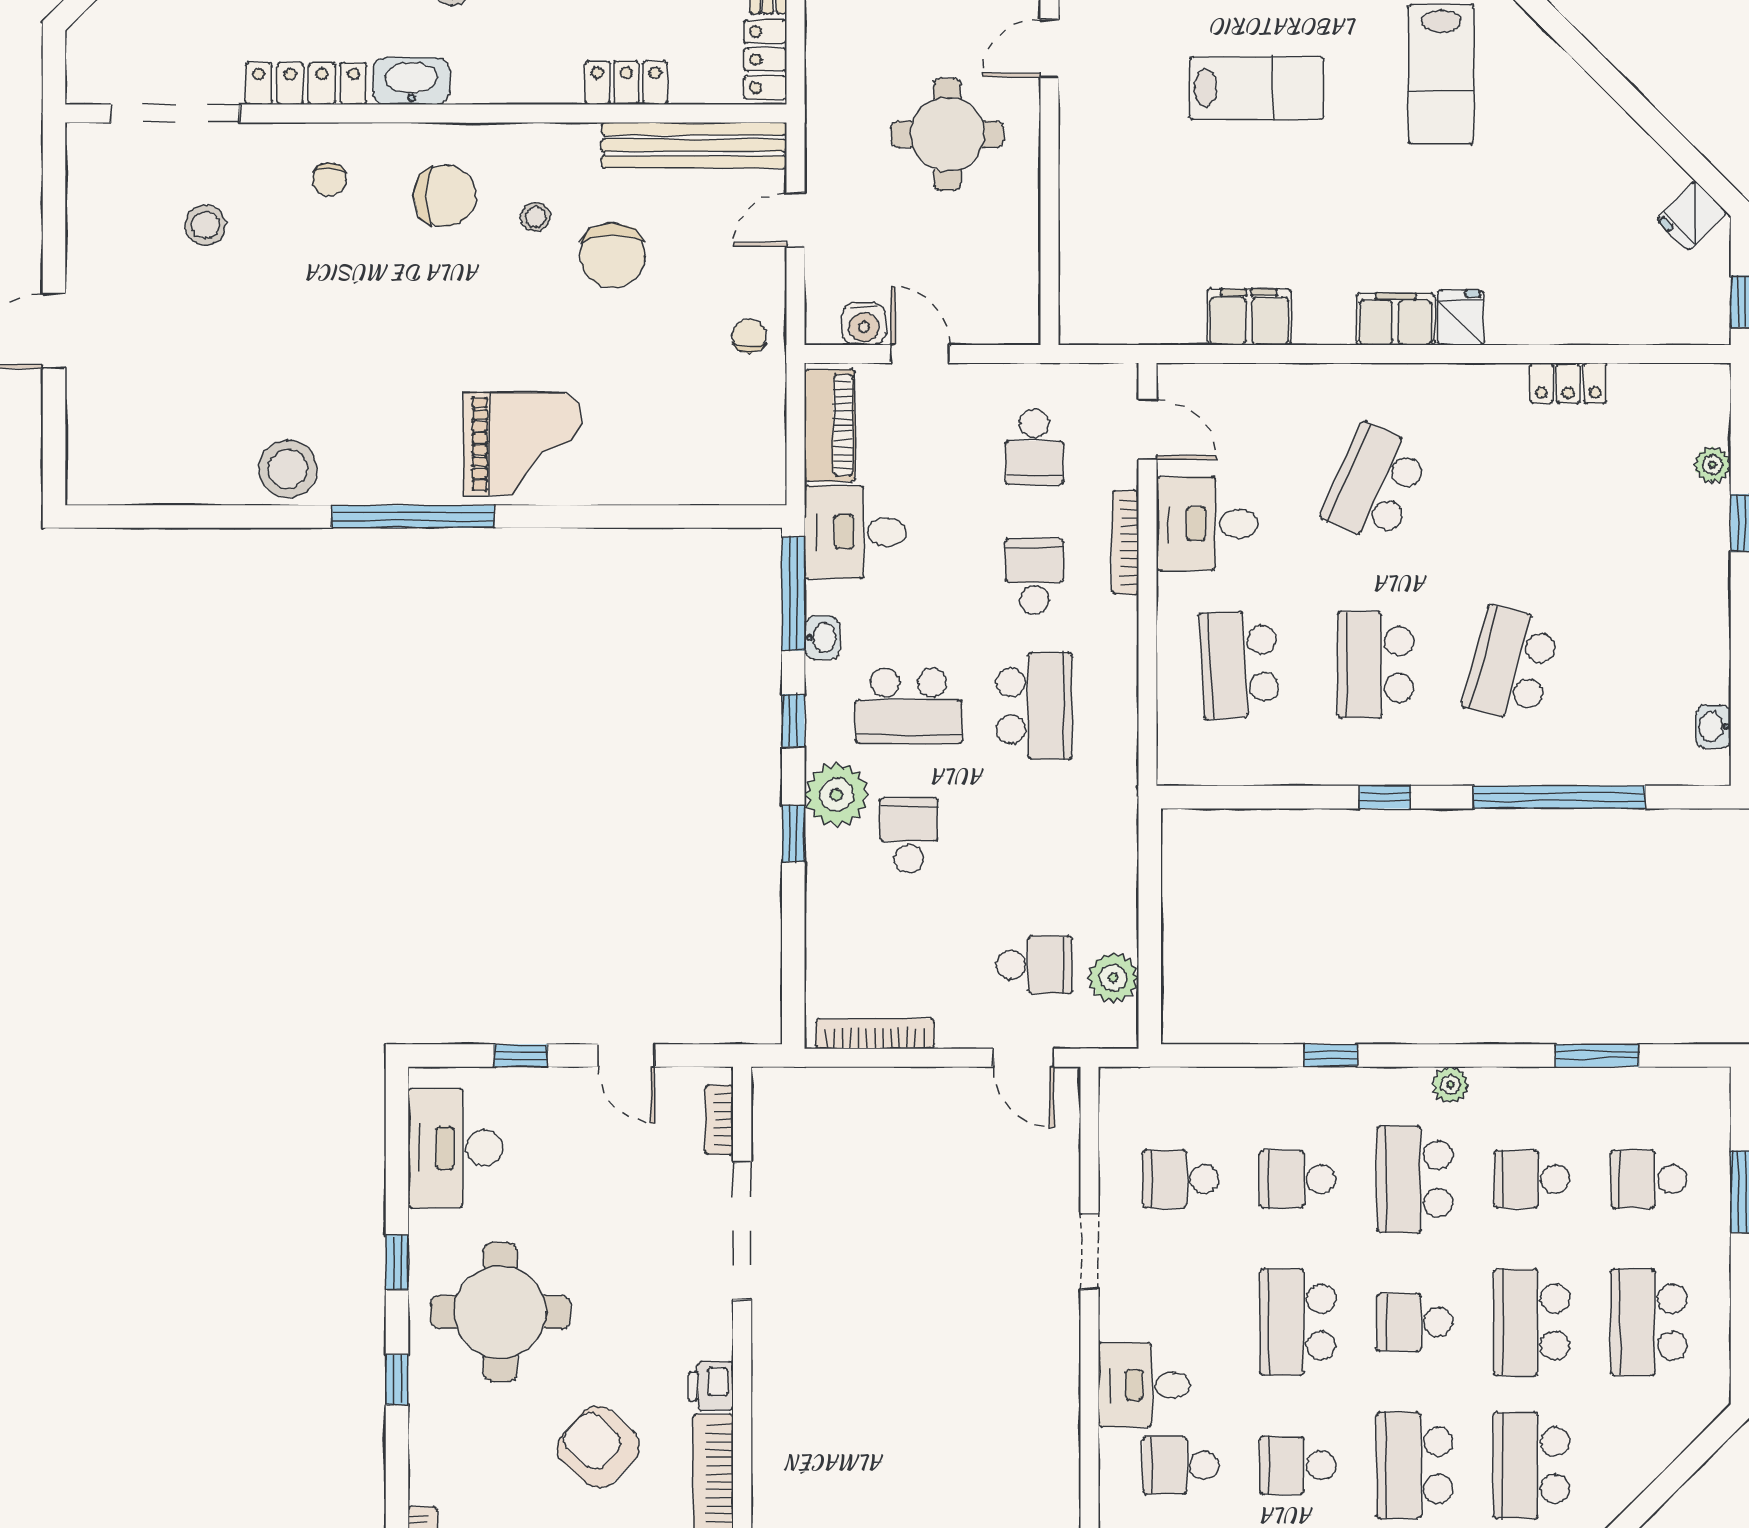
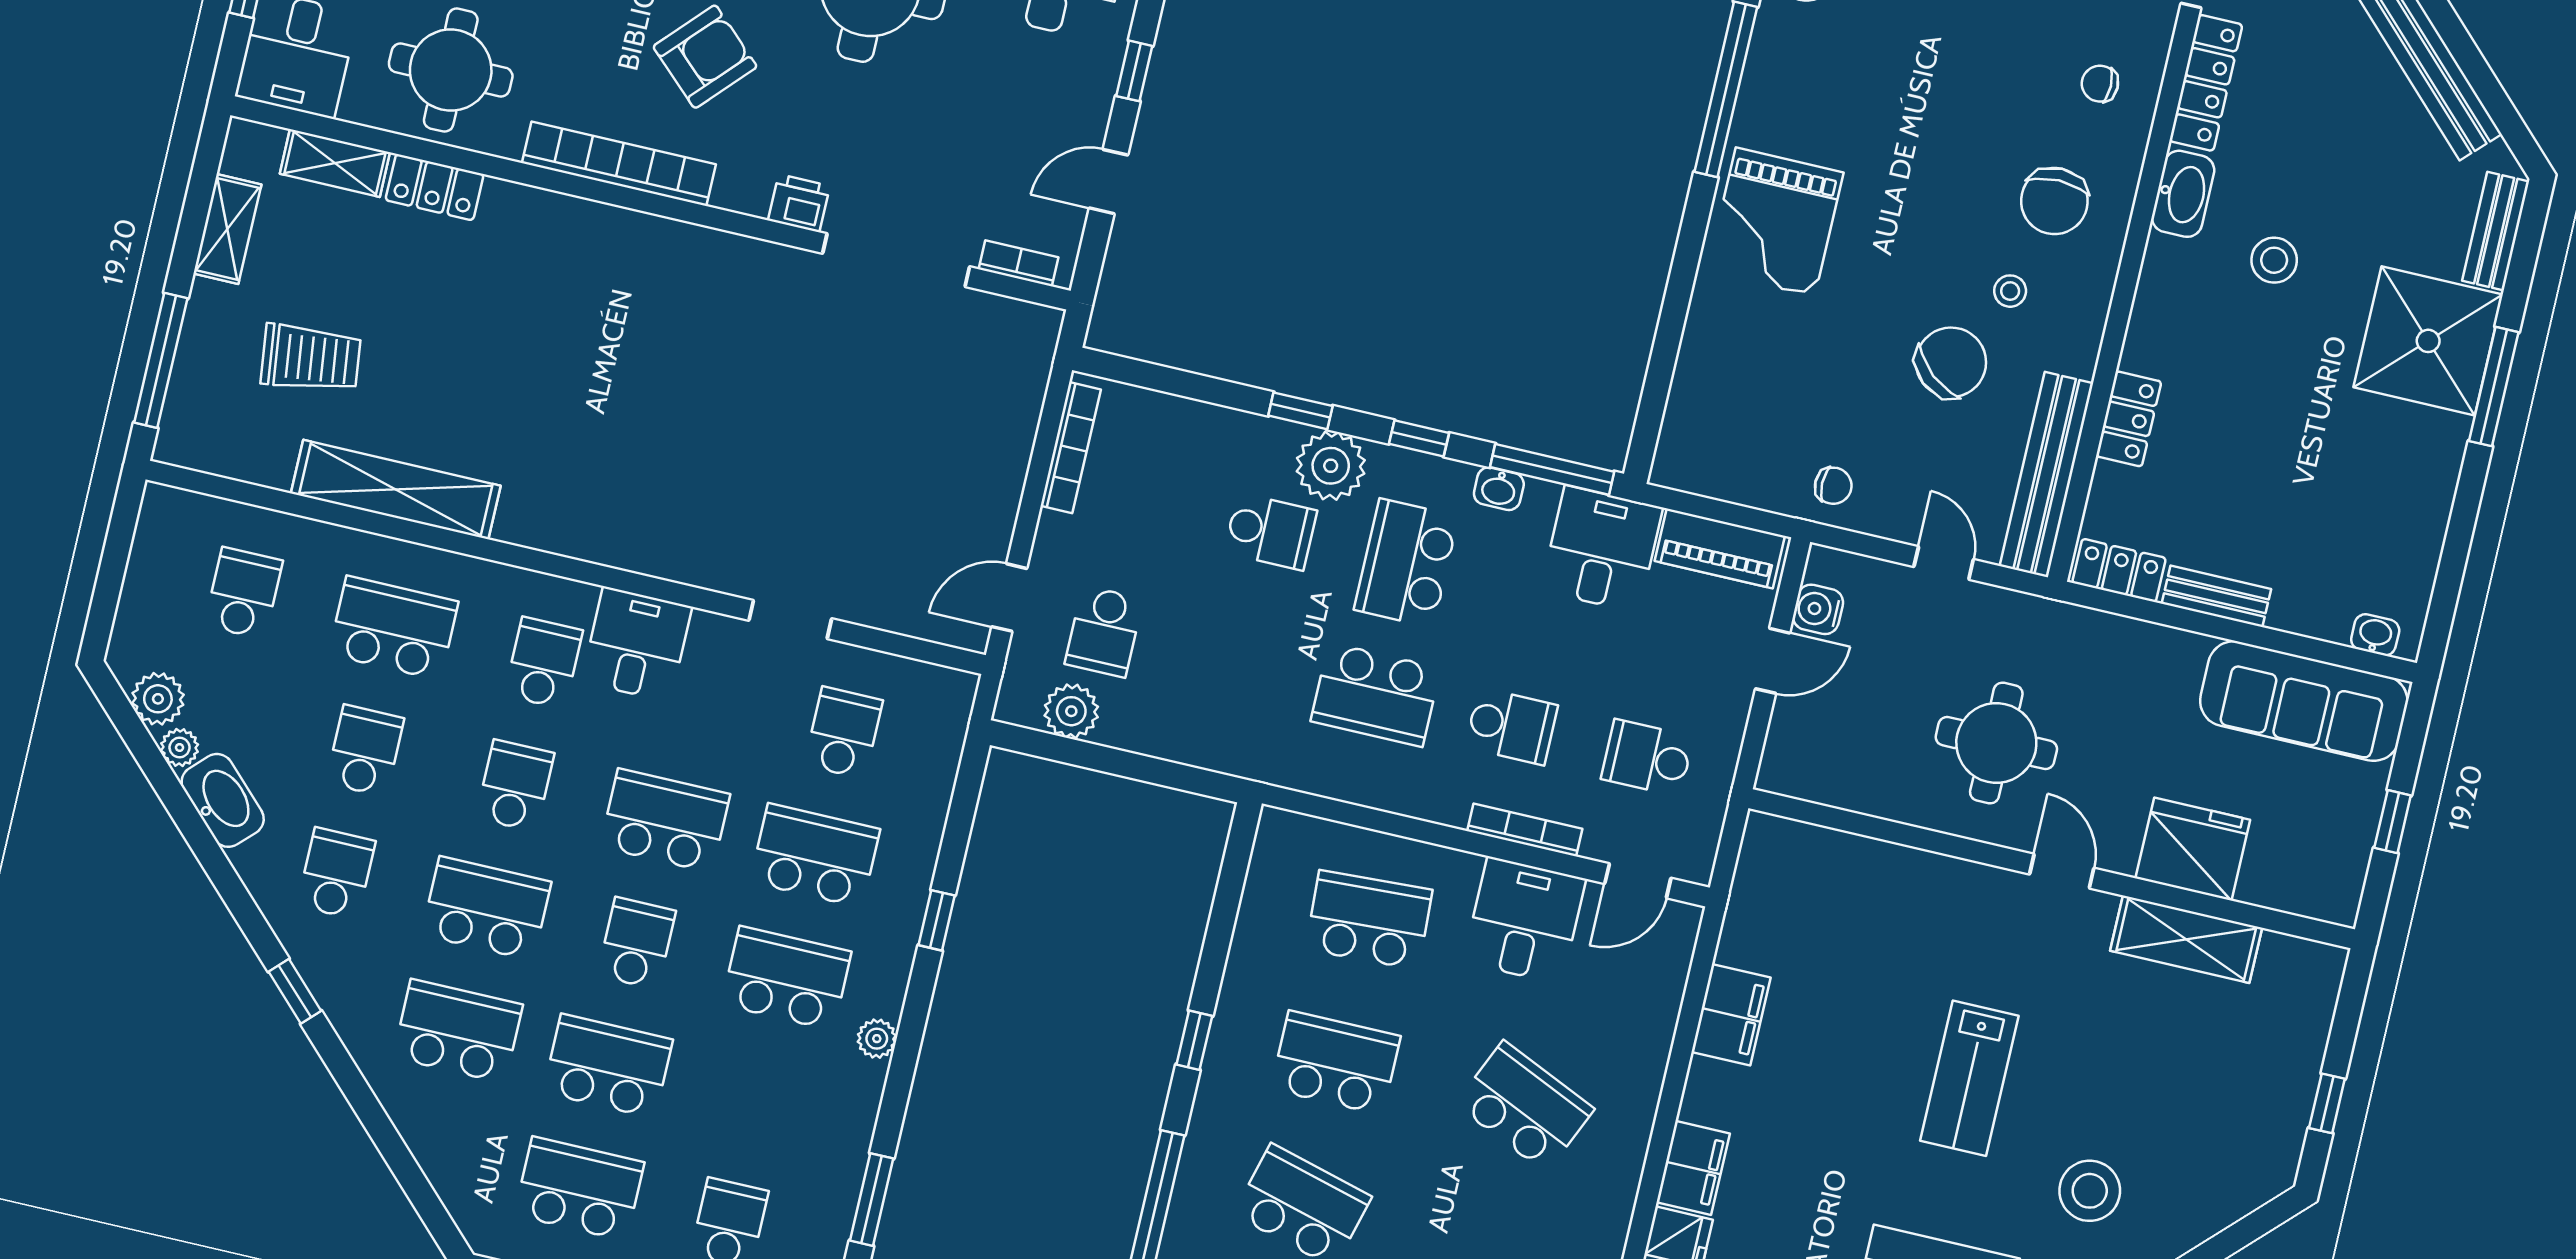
chair: (613, 255) -> (1951, 362), turned 130
school desk: (1298, 1179) -> (815, 855), width x1.85
school desk: (1532, 1179) -> (758, 1101), removed
printer: (711, 1386) -> (799, 203), moved

